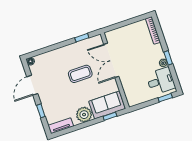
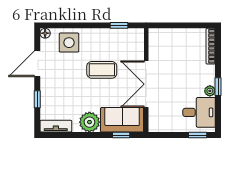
double door: (111, 60) -> (146, 84), moved
side table: (50, 62) -> (69, 43), added

